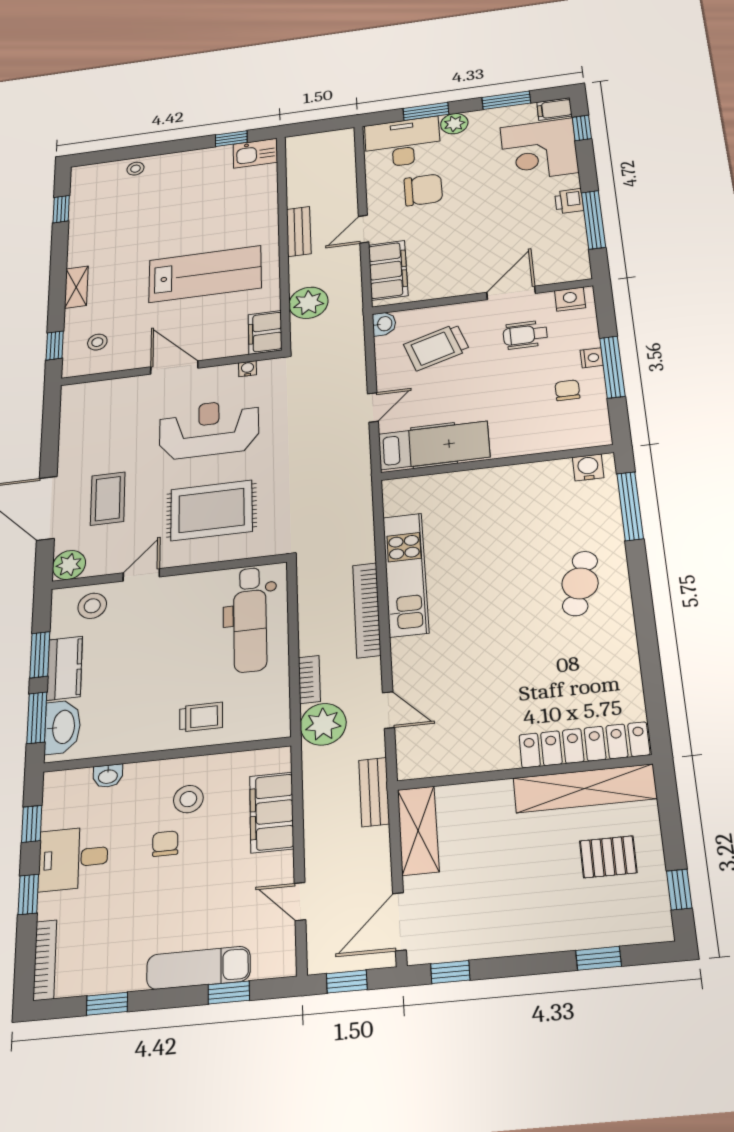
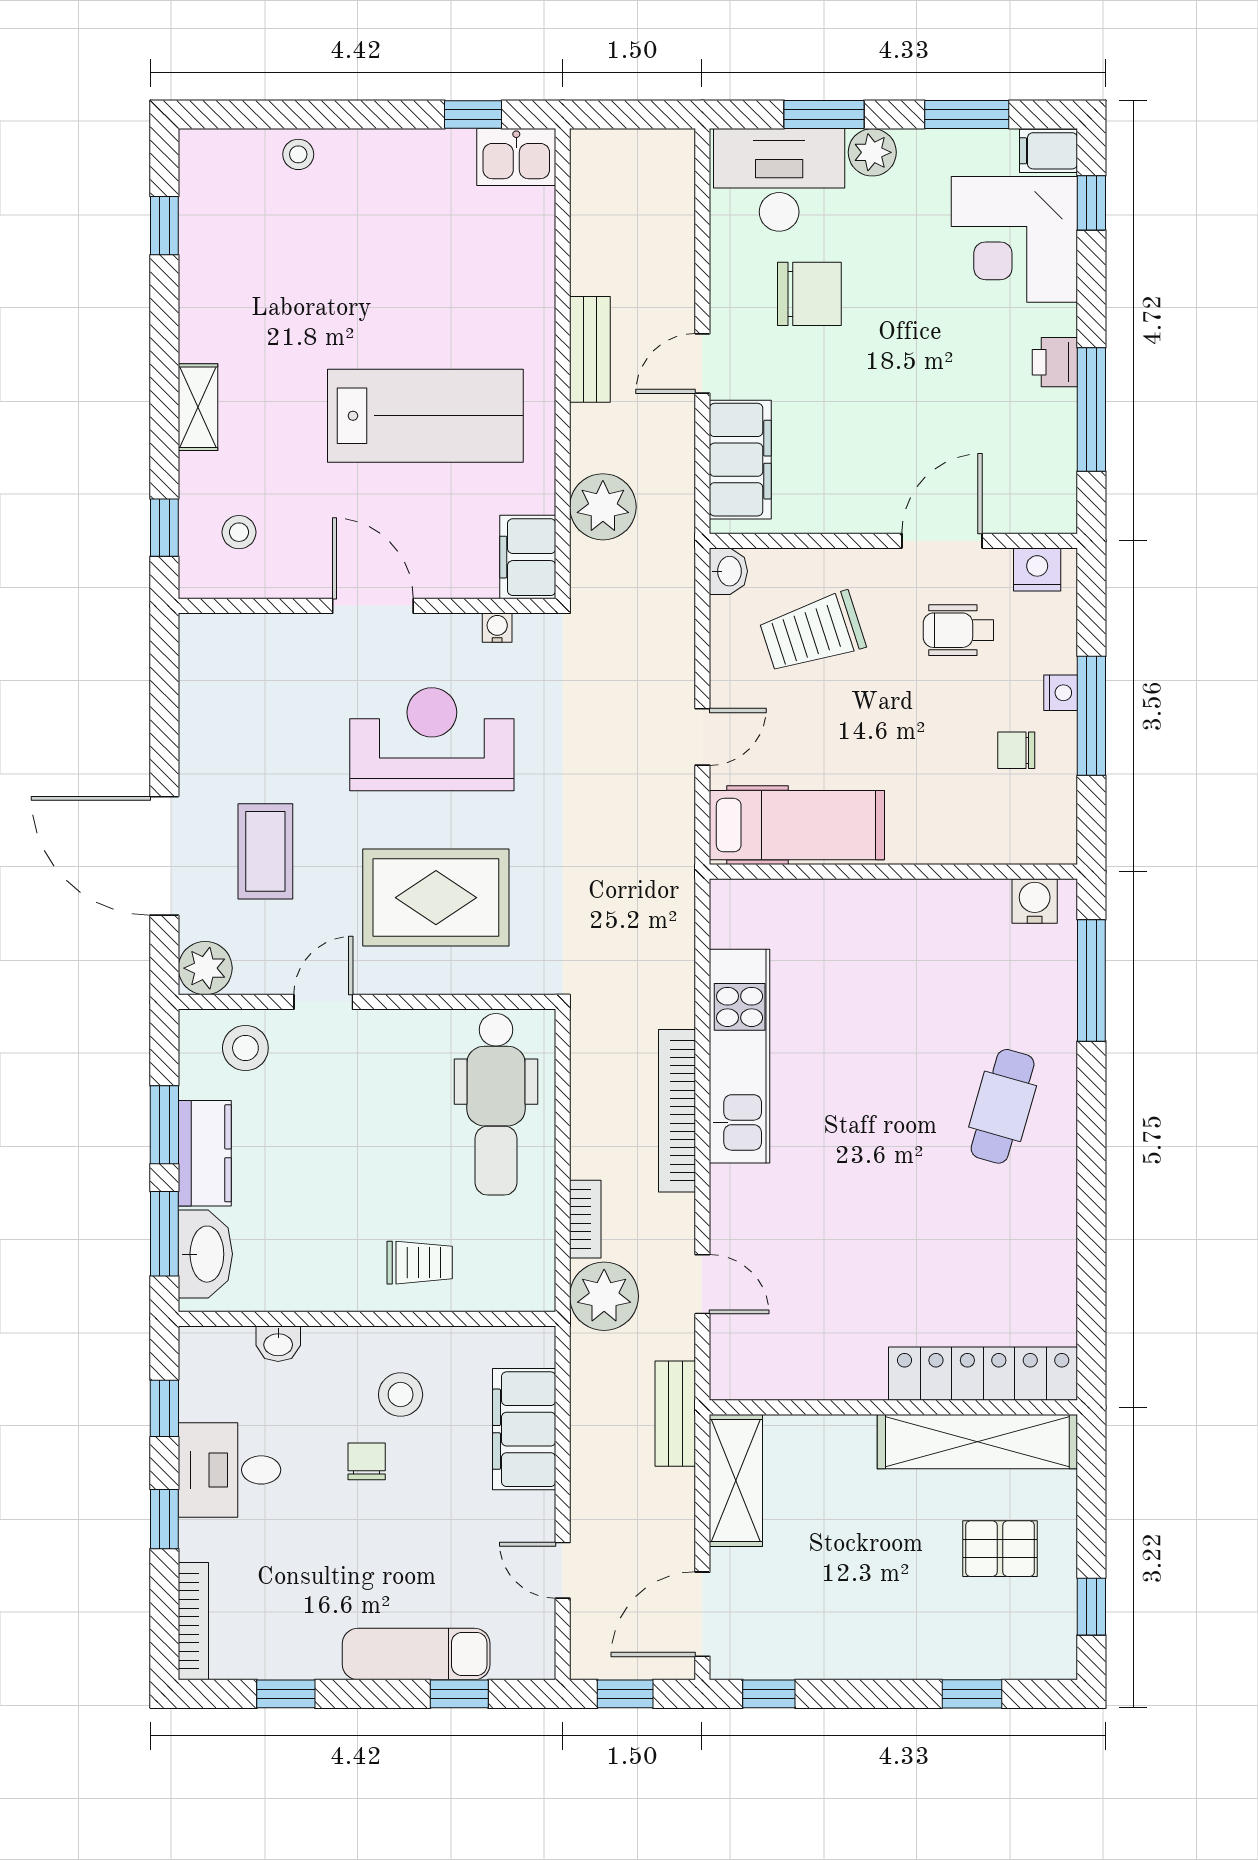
chair: (567, 390) -> (1016, 750), turned -90

